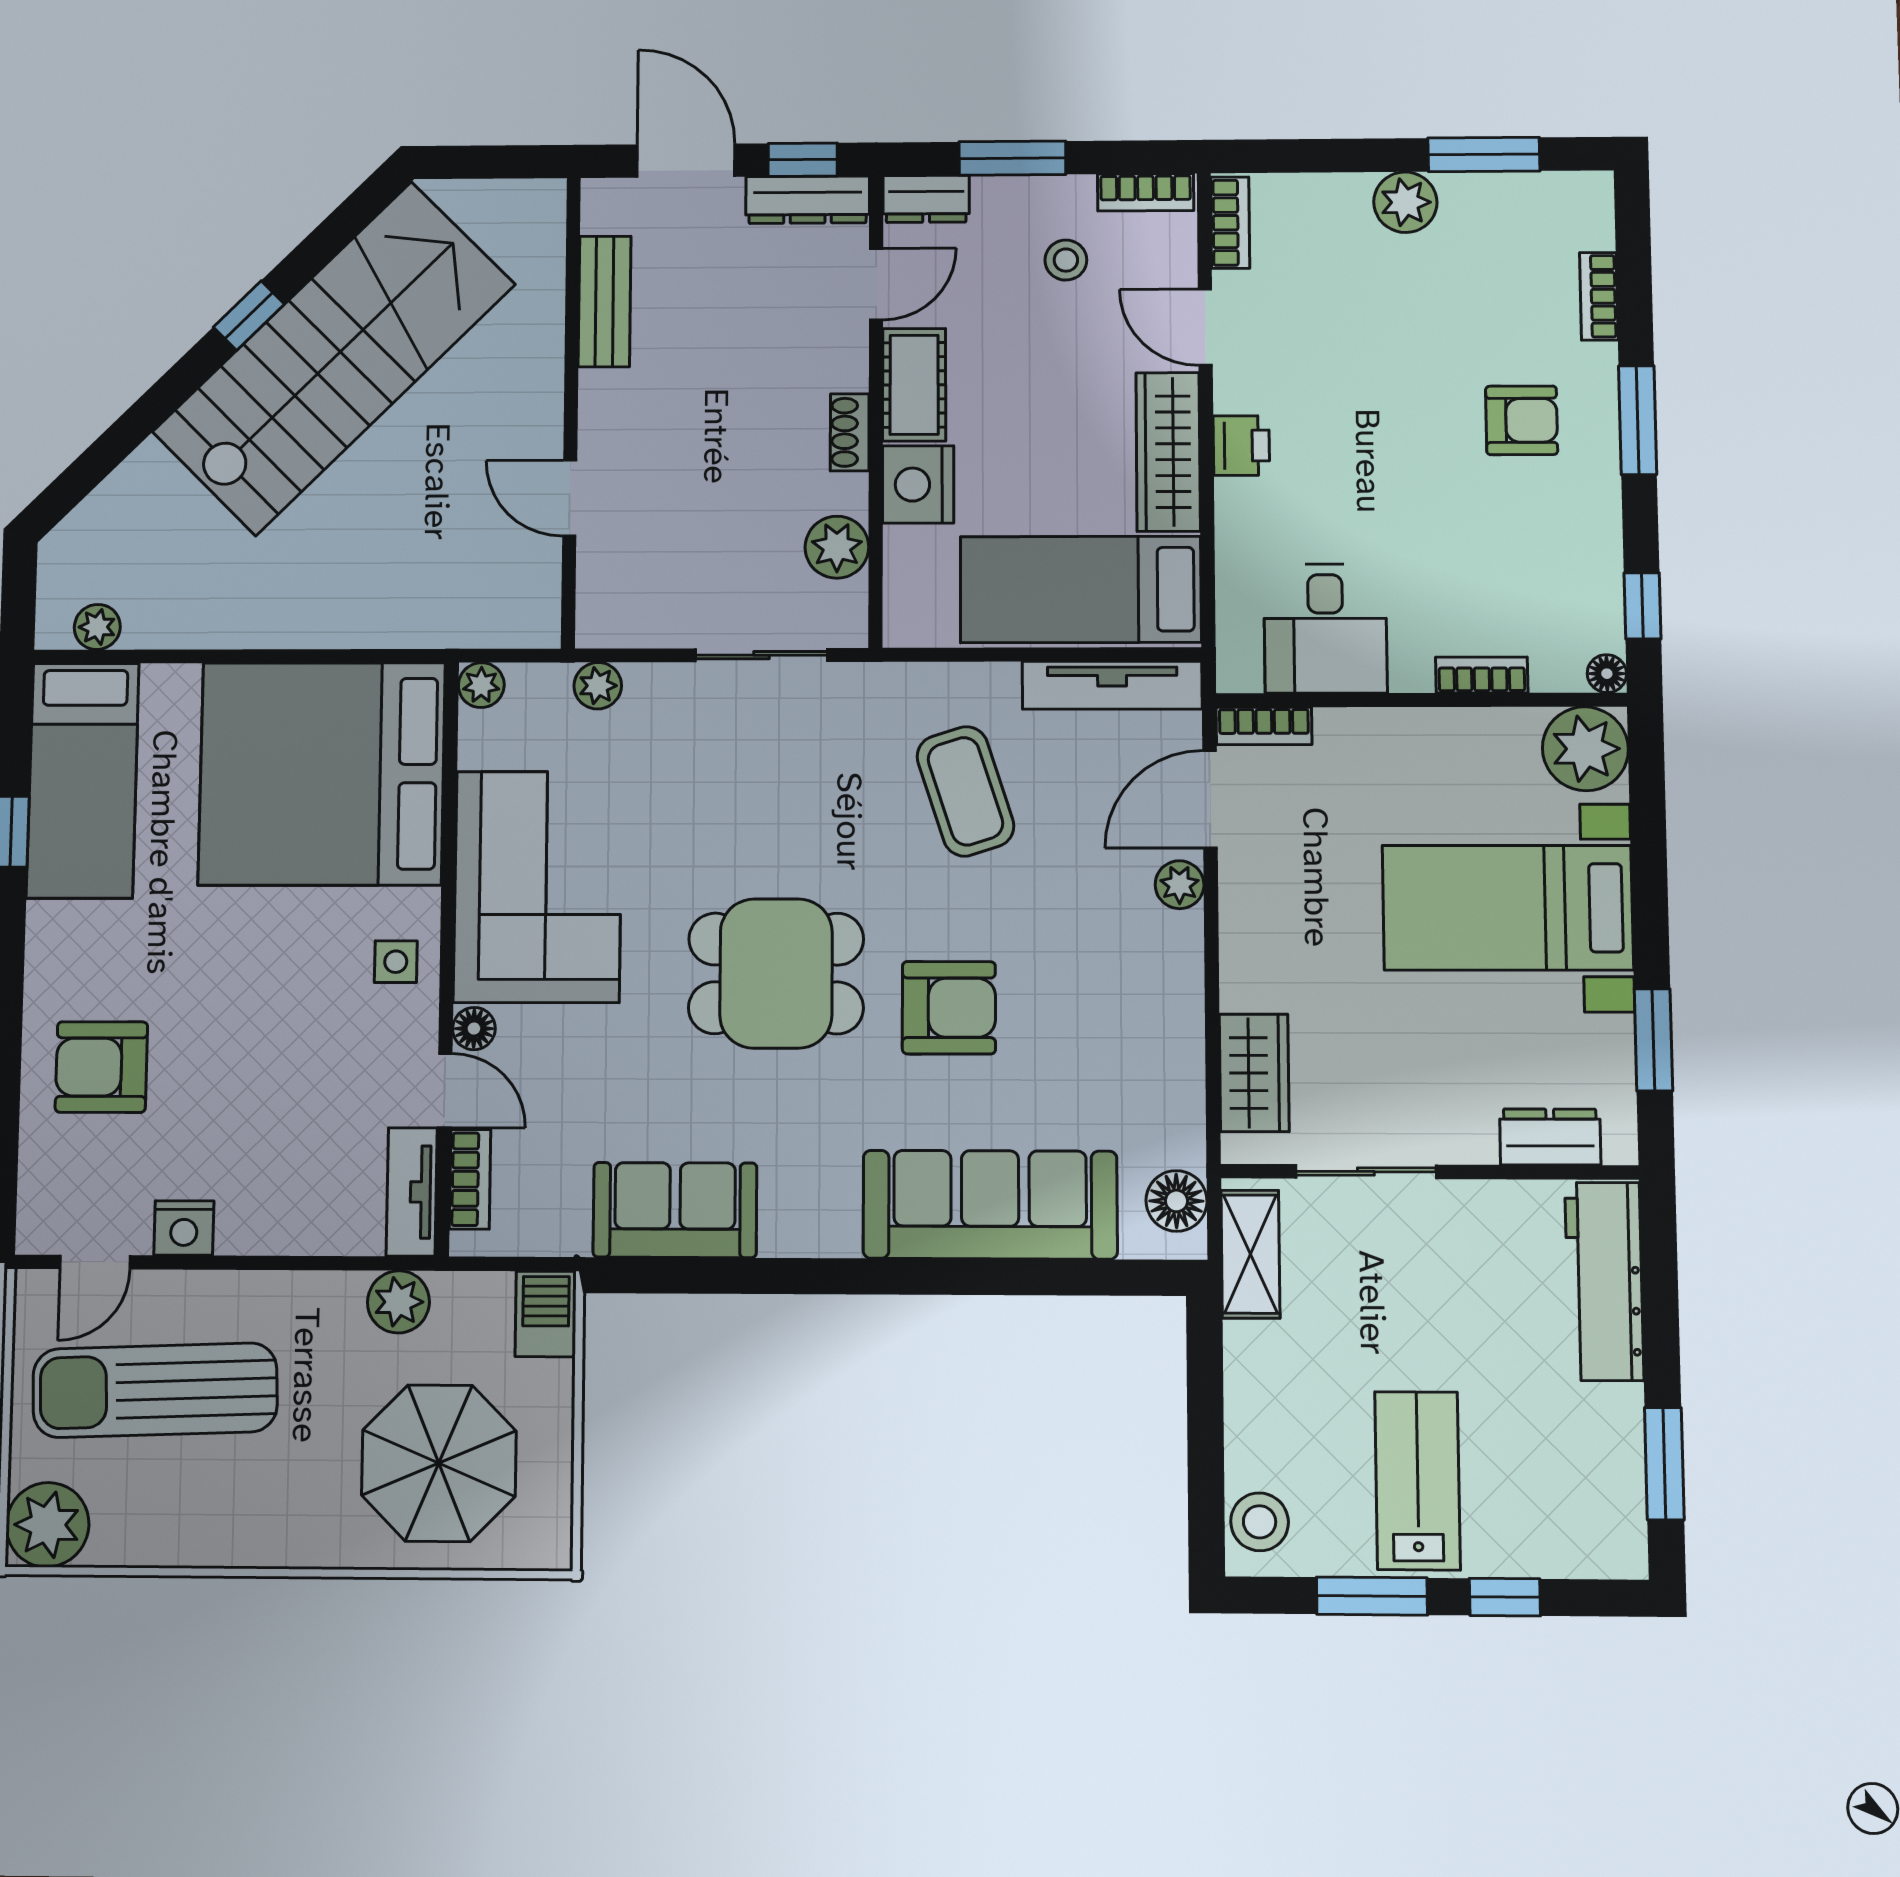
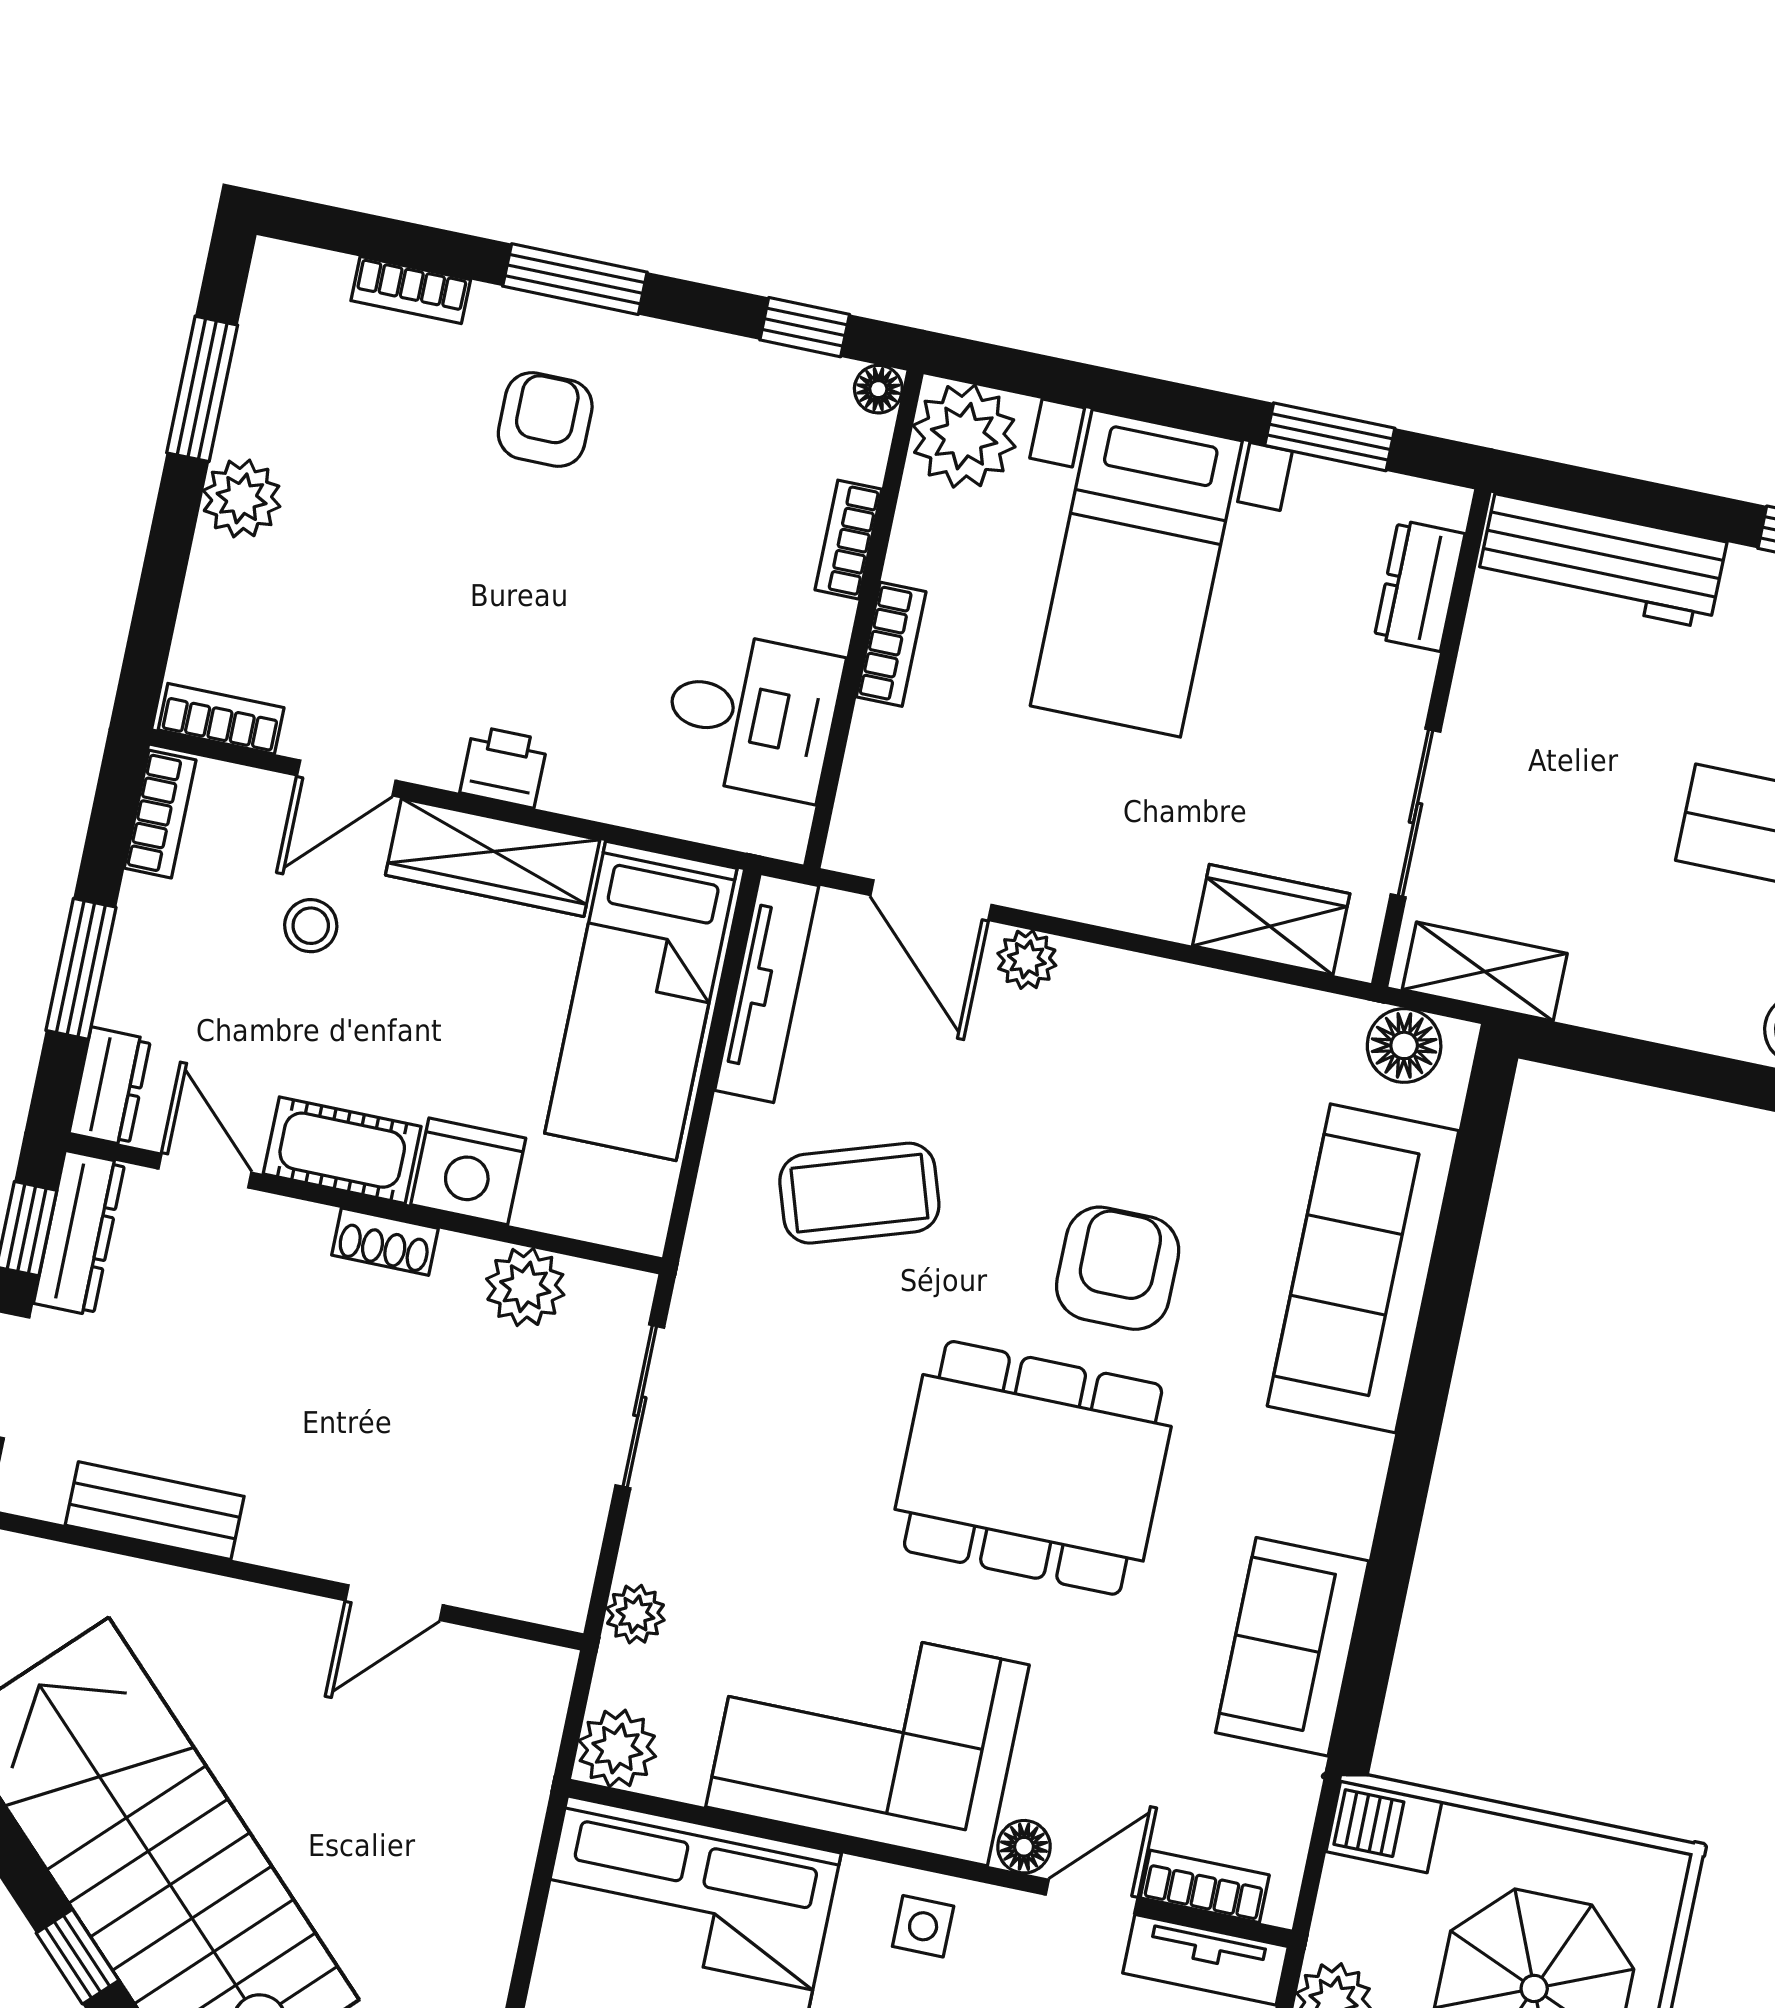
stool: (1066, 260) -> (311, 926), moved
plant: (481, 685) -> (617, 1748), width x1.38, depth x1.38
bookcase: (1264, 726) -> (891, 644), moved
dining table: (776, 973) -> (1033, 1468), width x1.37

